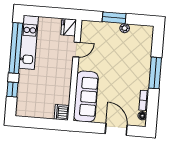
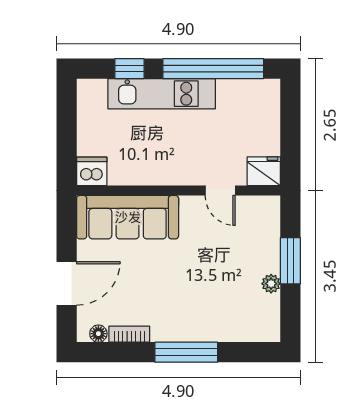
kitchen unit: (29, 42) -> (162, 94), moved

